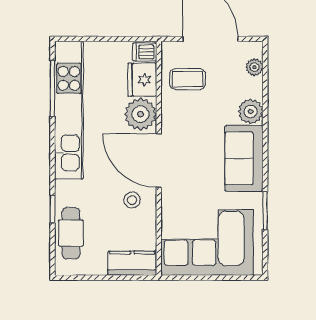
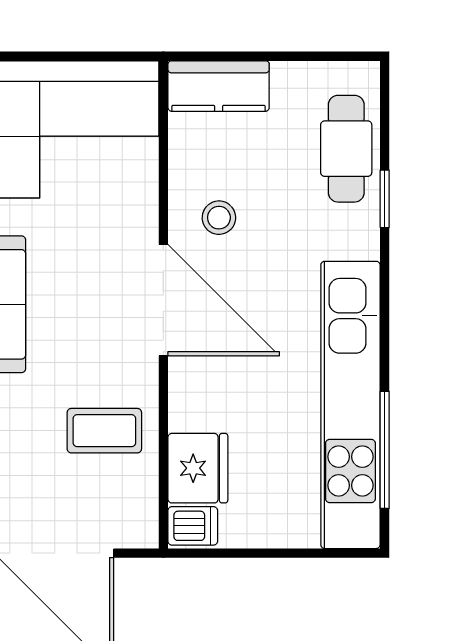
coffee table: (188, 79) -> (104, 431), moved
plant: (141, 114) -> (201, 396), removed

